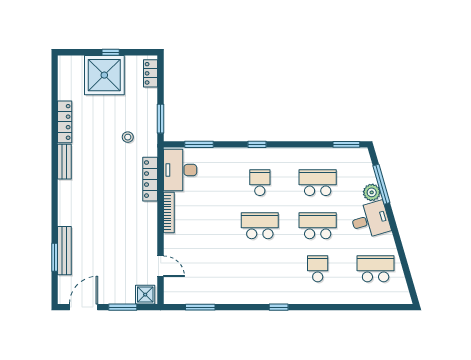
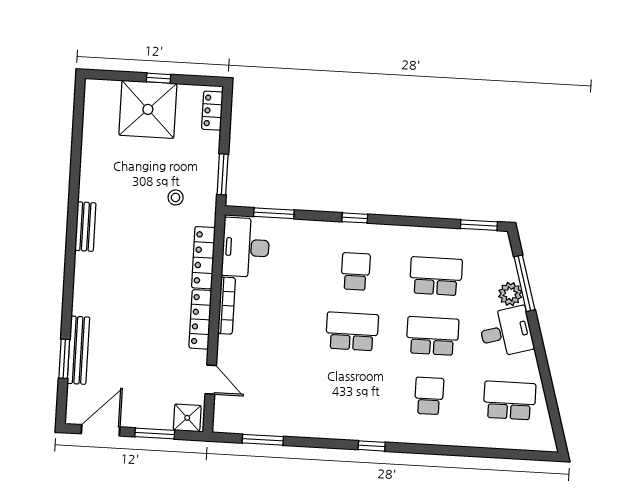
locker: (65, 122) -> (200, 319), moved, turned 180

